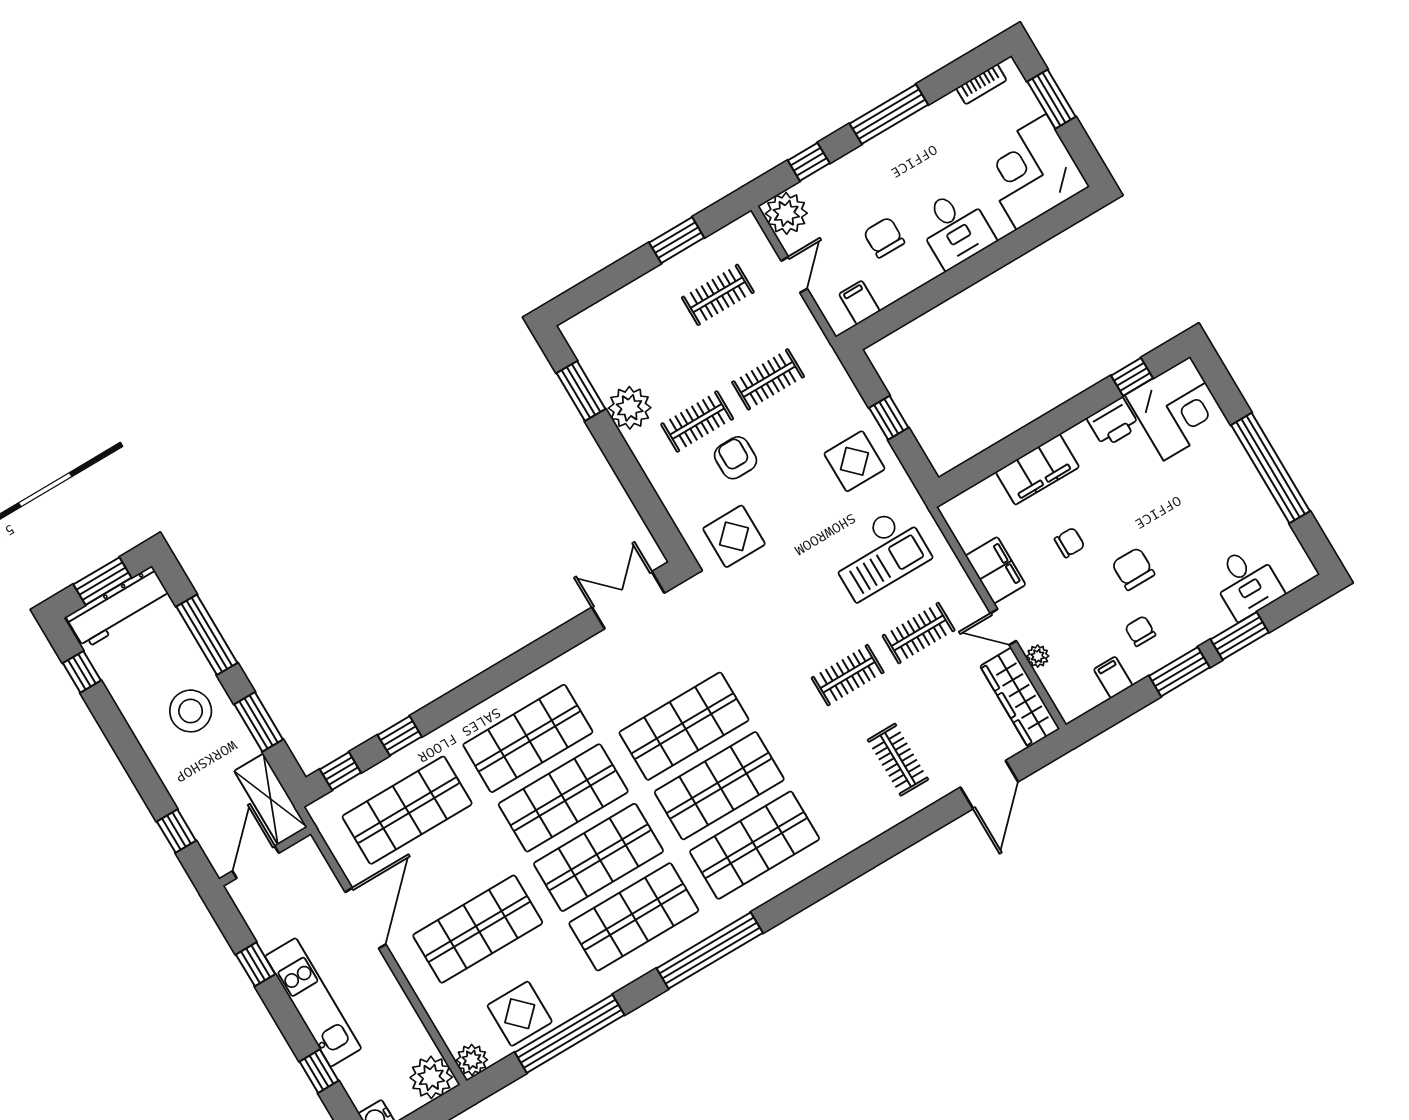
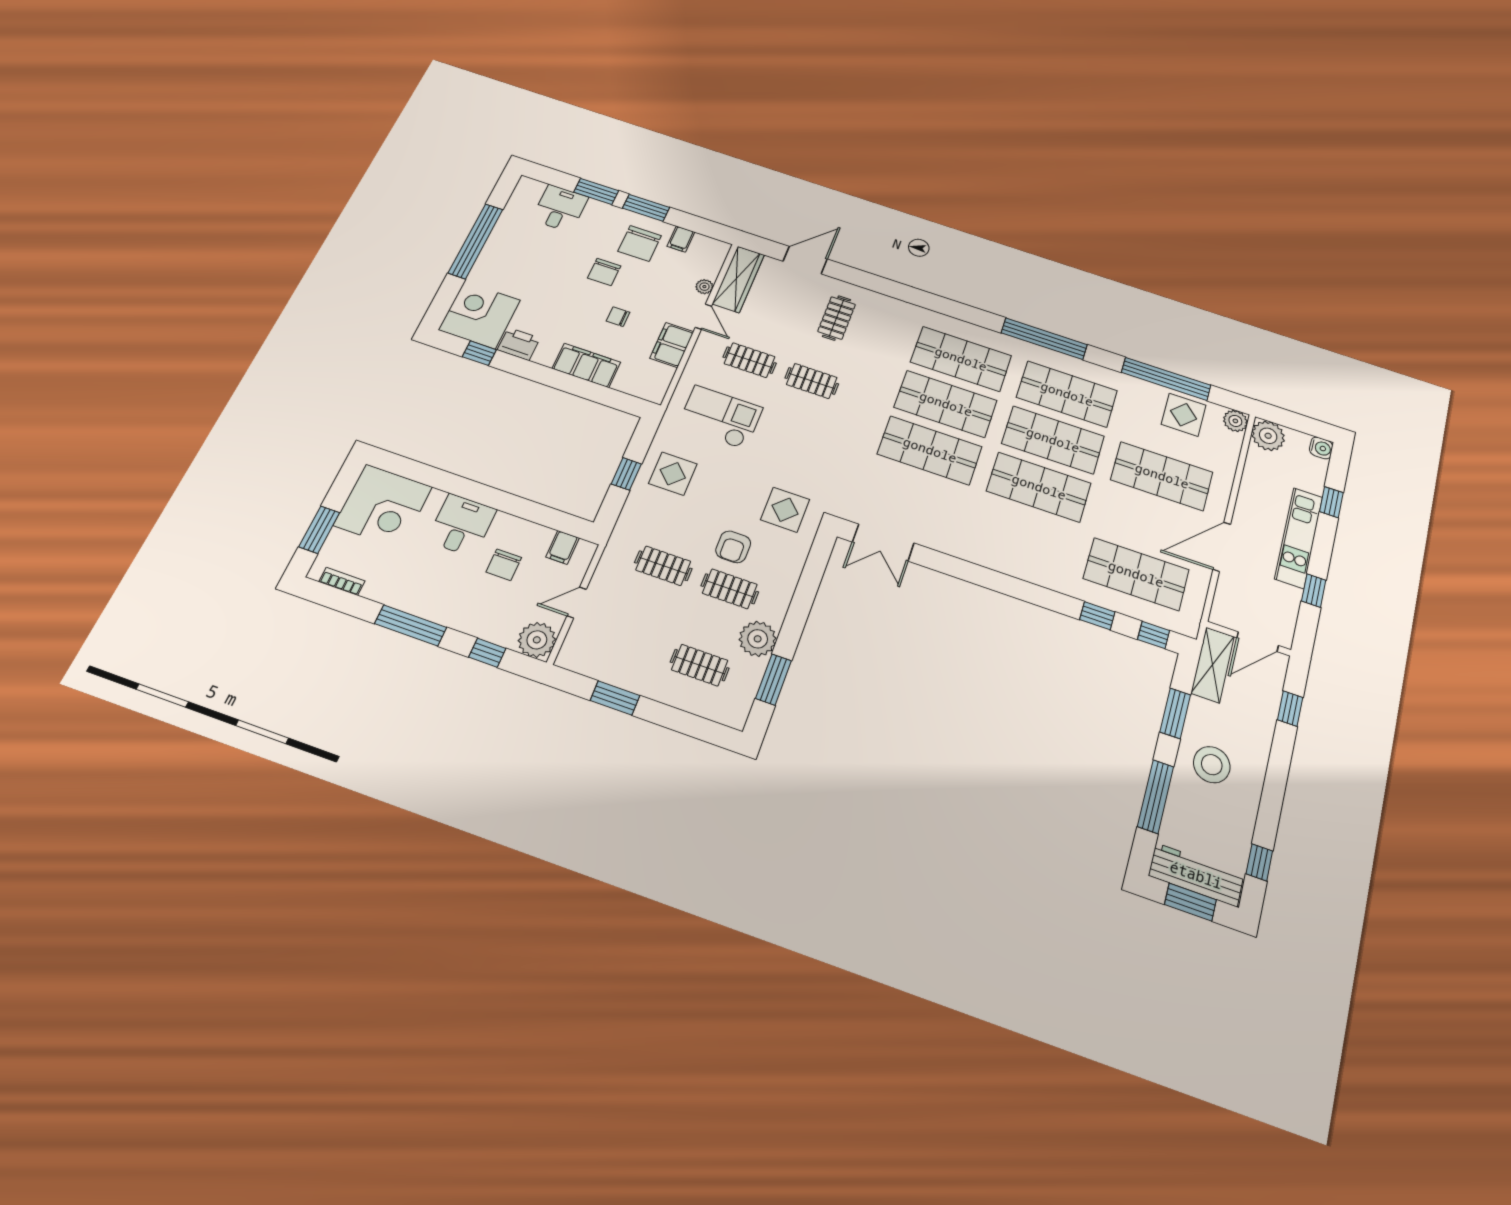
clothes rail: (718, 295) -> (700, 665), moved
chair: (1140, 631) -> (640, 243), width x1.87, depth x1.87
shop shelf: (528, 738) -> (1024, 536), removed

